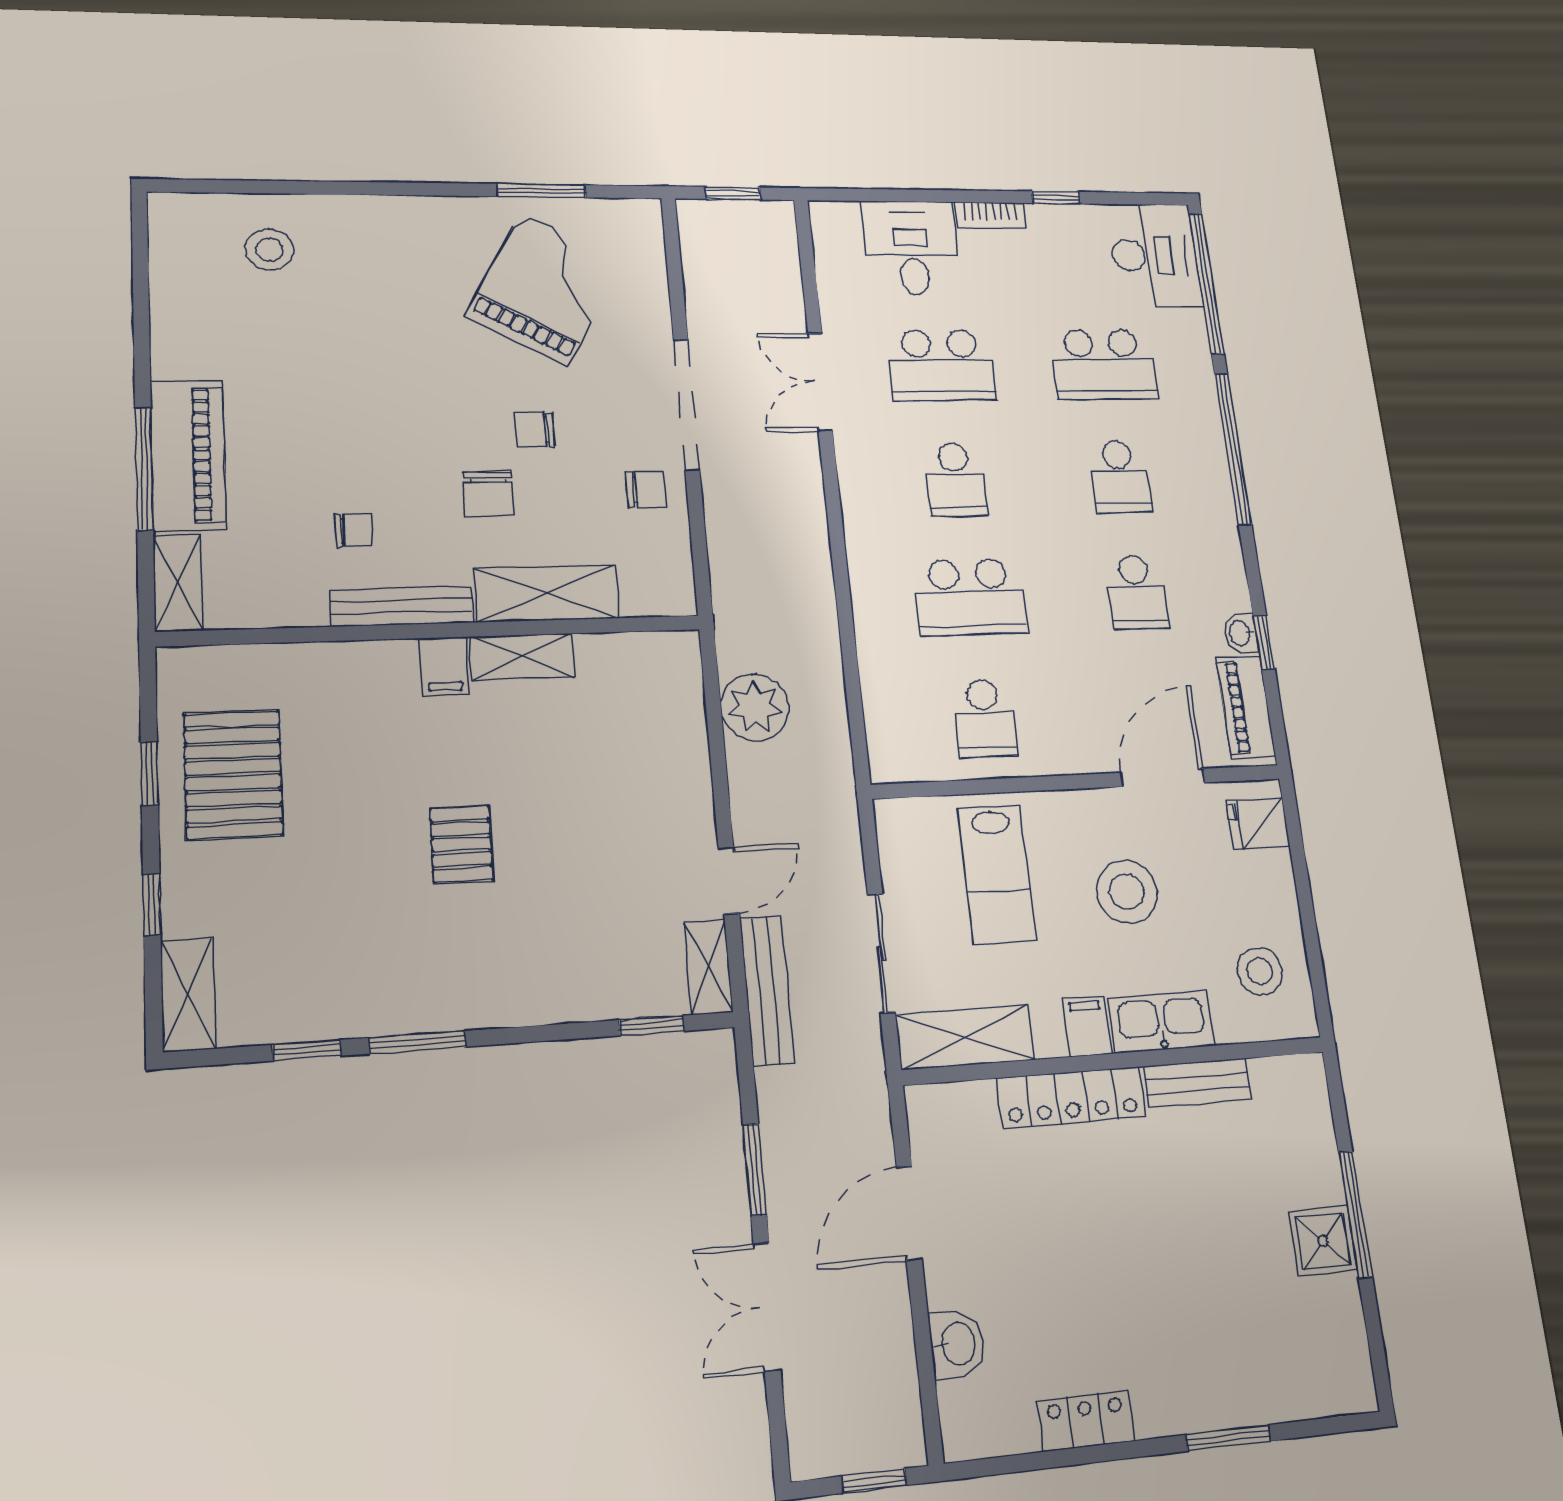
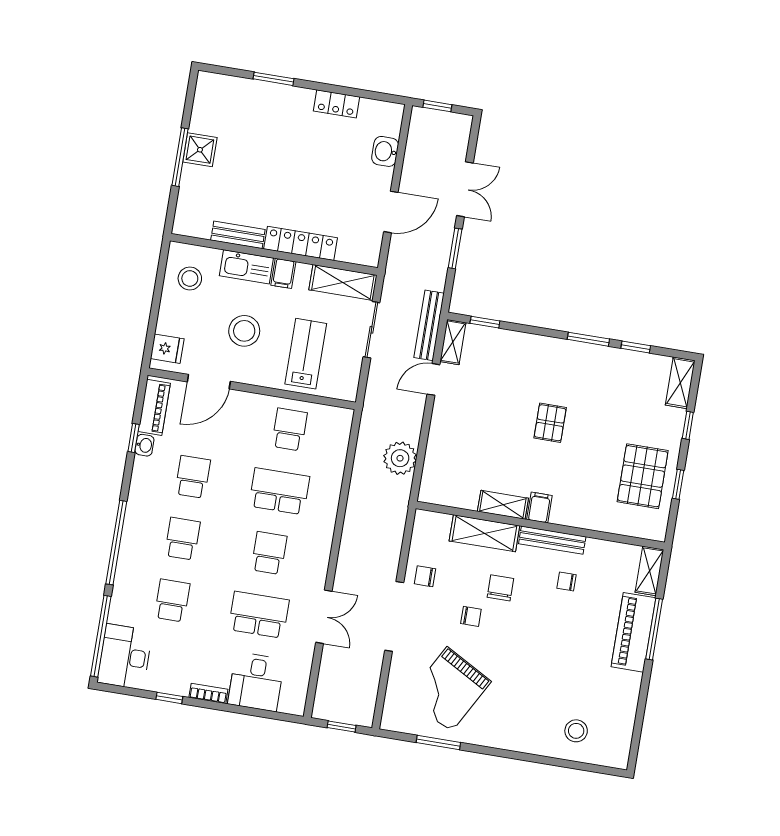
school desk: (1104, 365) -> (172, 600), width x0.54

